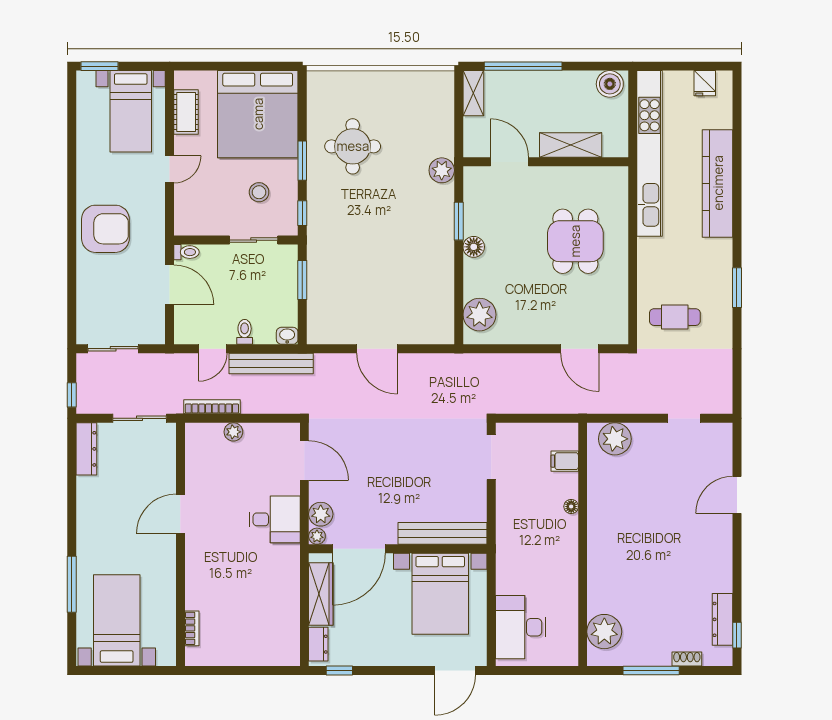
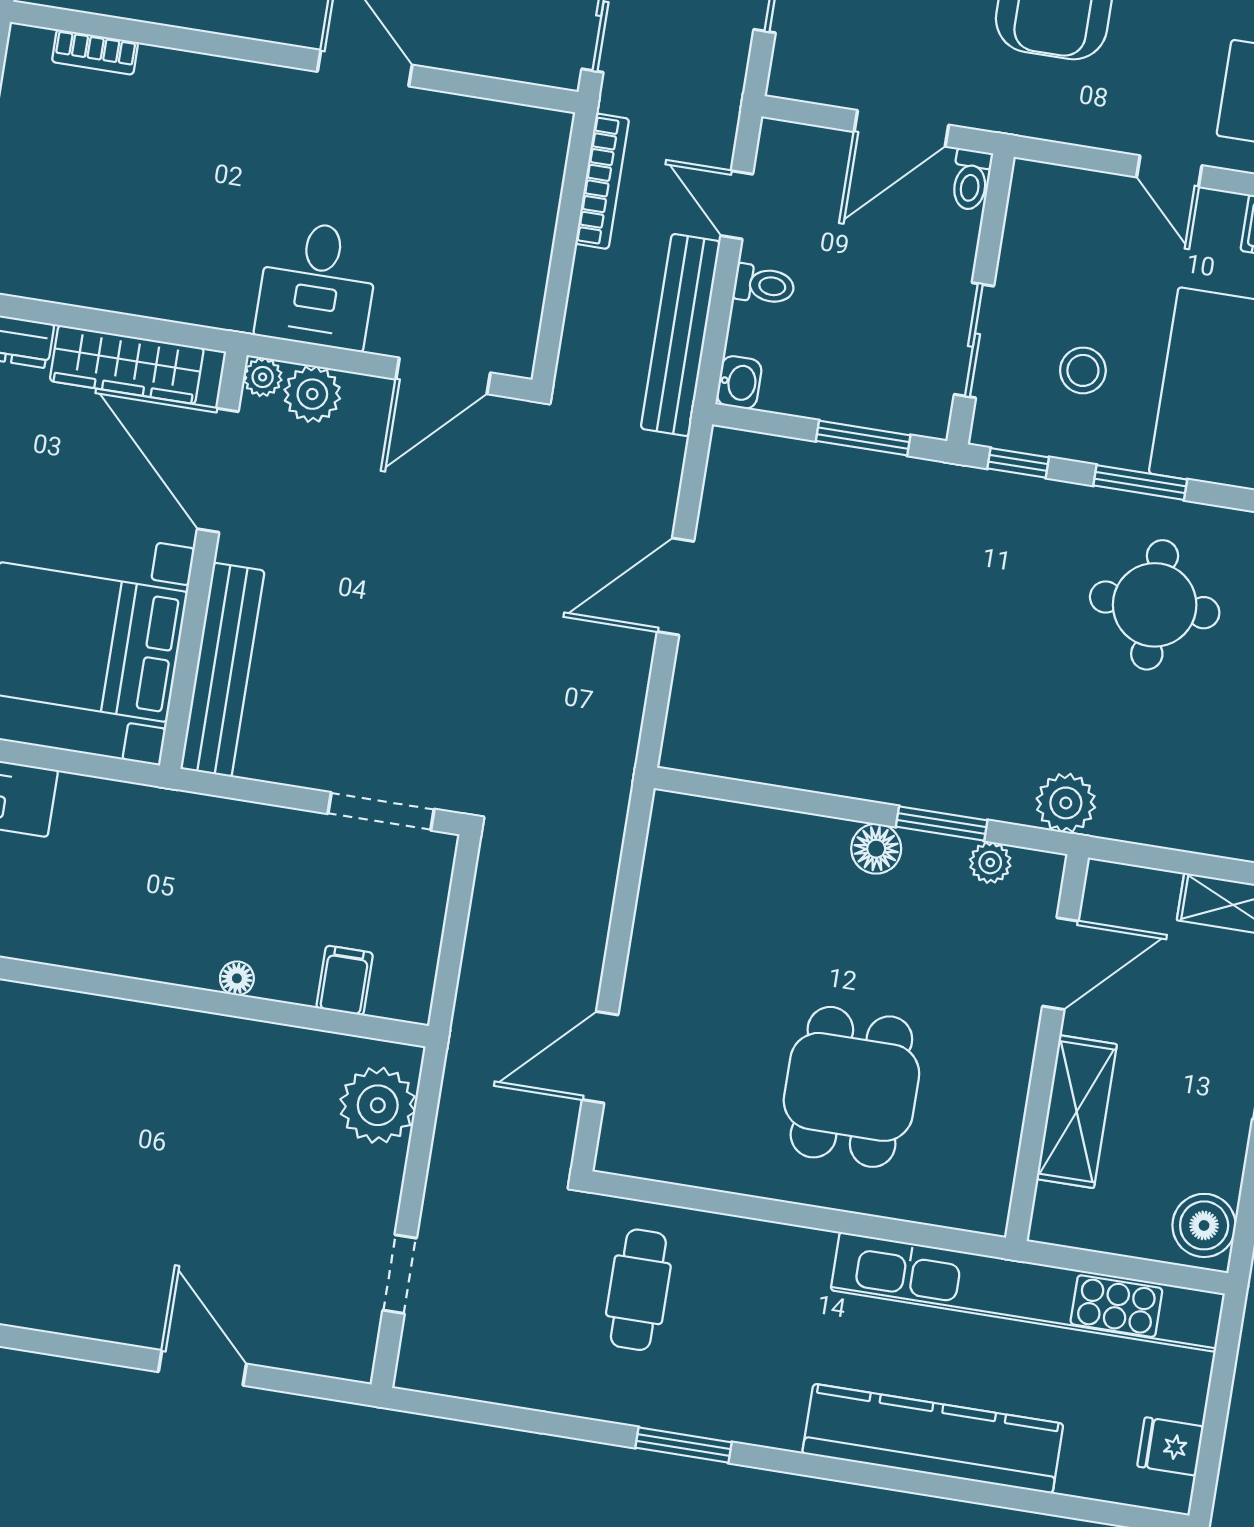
dining table: (575, 241) -> (851, 1087), turned 90
plant: (479, 315) -> (990, 863), moved, width x0.53, depth x0.53
plant: (233, 432) -> (536, 222), removed

